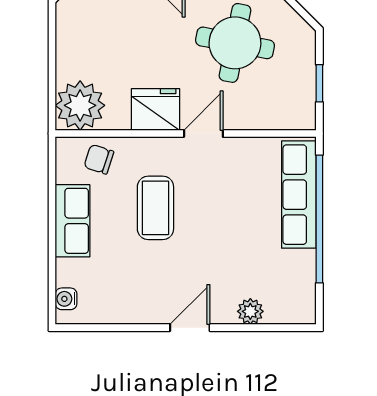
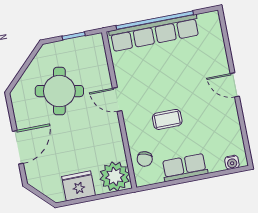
fridge: (156, 109) -> (78, 186), moved, turned 90
row of seats: (299, 195) -> (154, 33), width x1.36
coffee table: (155, 208) -> (167, 119), width x0.73, depth x0.77
plant: (250, 311) -> (218, 51), removed

